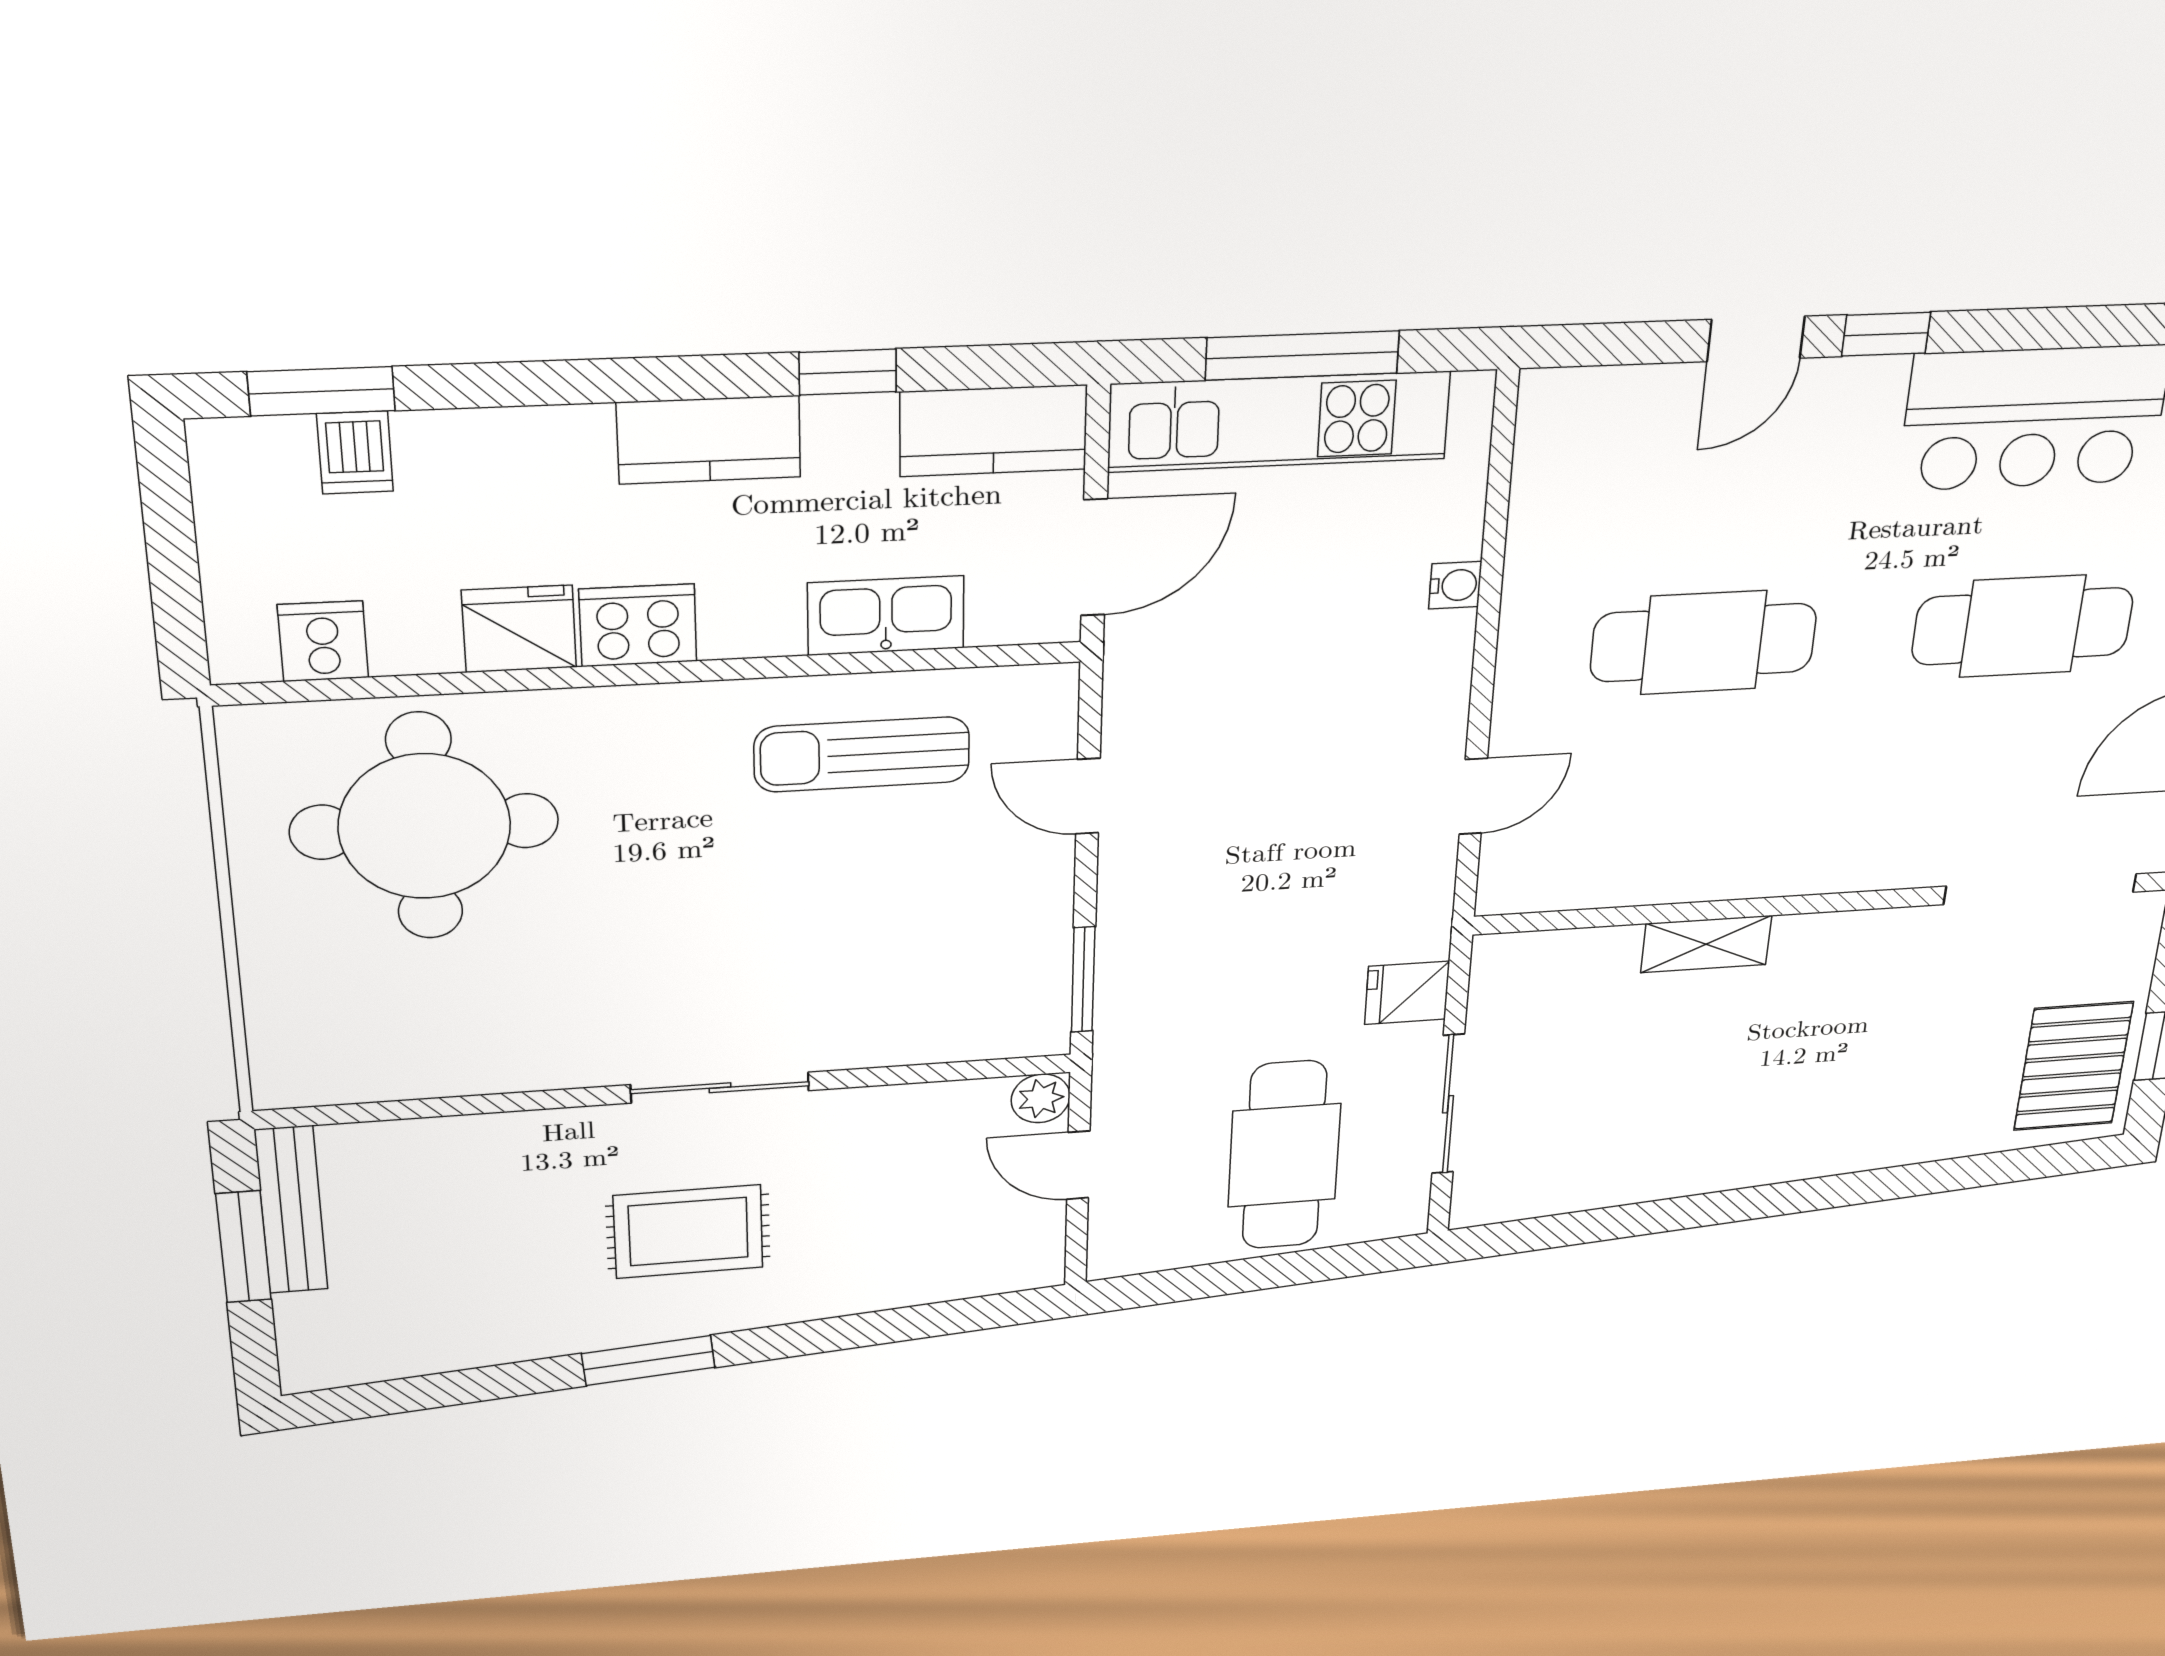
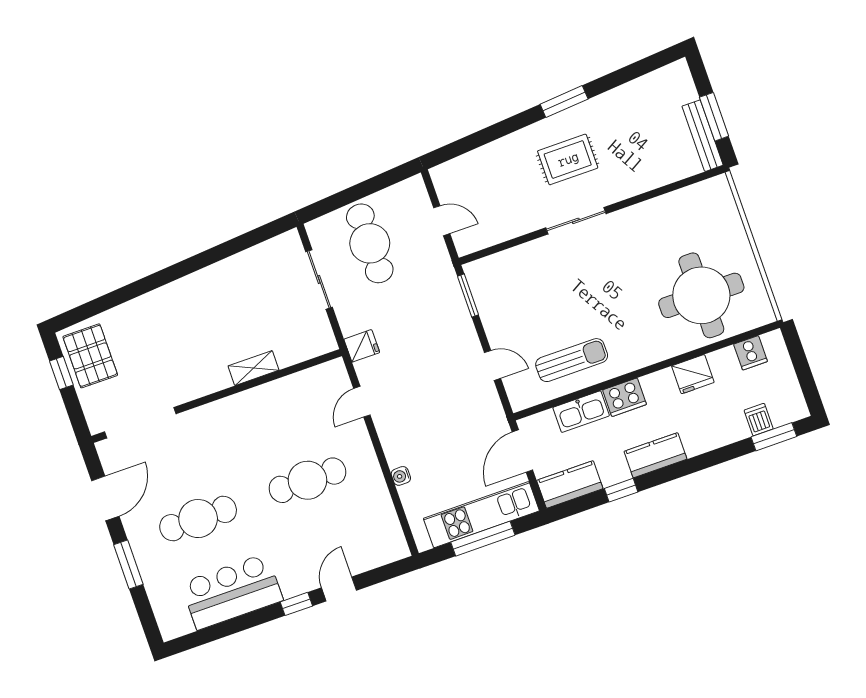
cooker: (638, 625) -> (625, 397), moved
fridge: (1407, 993) -> (362, 346), moved
plant: (1041, 1098) -> (465, 245), removed

